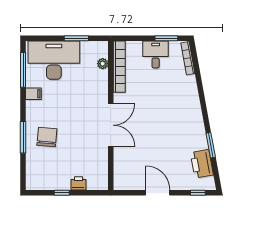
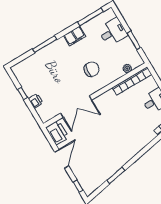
desk: (54, 60) -> (113, 32), width x0.53, depth x0.77
filing cabinet: (33, 94) -> (75, 36), width x2.00
double door: (111, 125) -> (76, 107), moved
chair: (47, 137) -> (92, 69), moved
printer: (202, 164) -> (57, 133), moved, turned 100

